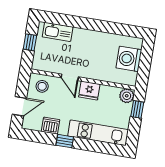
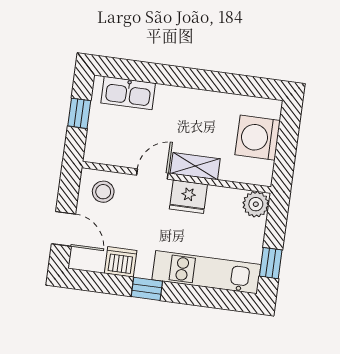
shelving: (94, 74) -> (195, 166), added
door: (70, 77) -> (152, 174), swing flipped
door: (19, 106) -> (64, 229), hinge flipped
window: (137, 109) -> (271, 263), moved

